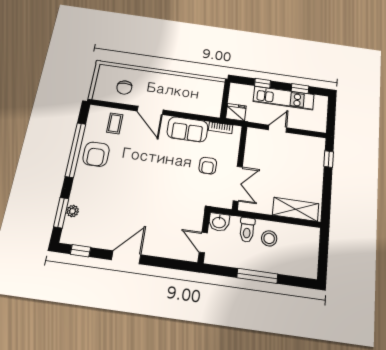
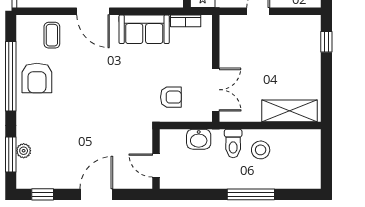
armchair: (208, 166) -> (171, 97), moved, turned -90
wall: (204, 237) -> (156, 159), moved
door: (203, 242) -> (156, 165), moved

